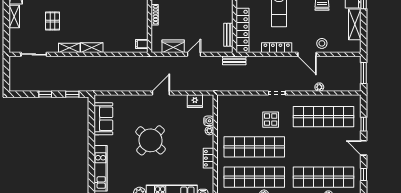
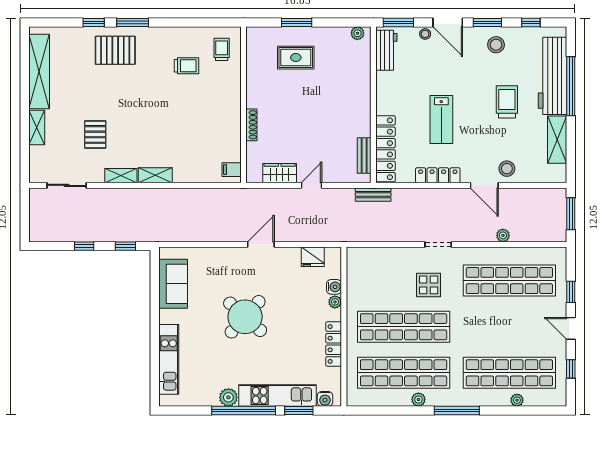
locker: (208, 158) -> (334, 344), width x1.53

